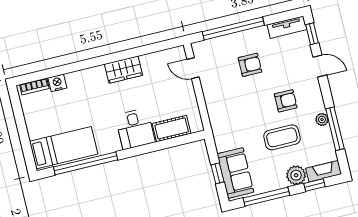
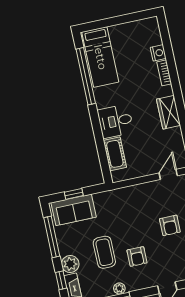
bookcase: (34, 87) -> (164, 73), moved

